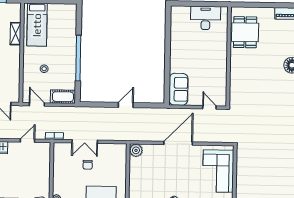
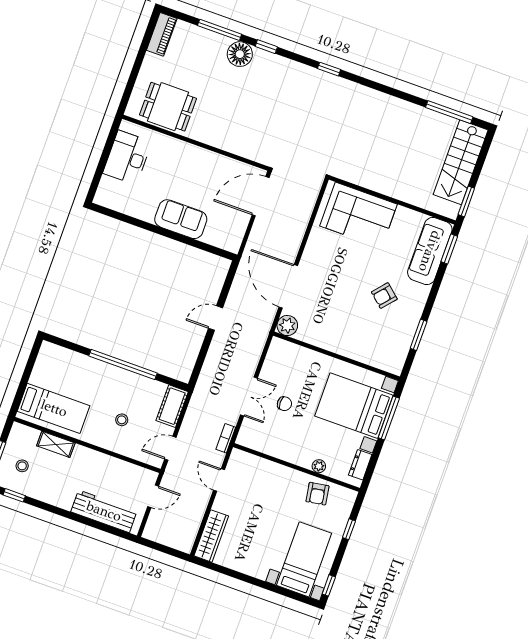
sofa: (178, 89) -> (181, 219), moved
door: (126, 105) -> (215, 318), hinge flipped
door: (209, 107) -> (261, 196), width x1.87
door: (178, 143) -> (288, 286), moved

